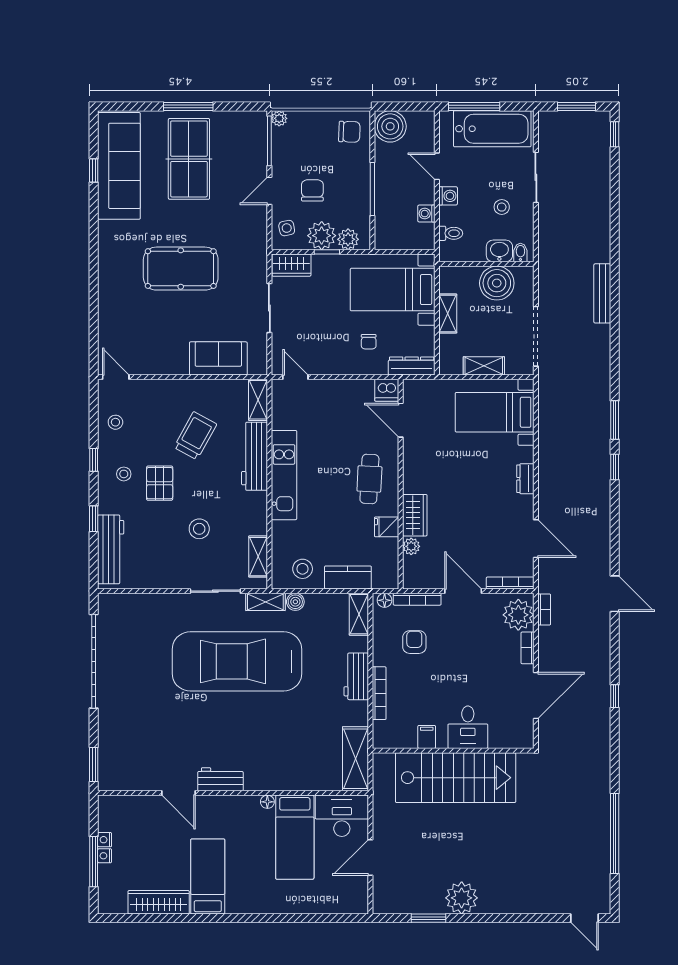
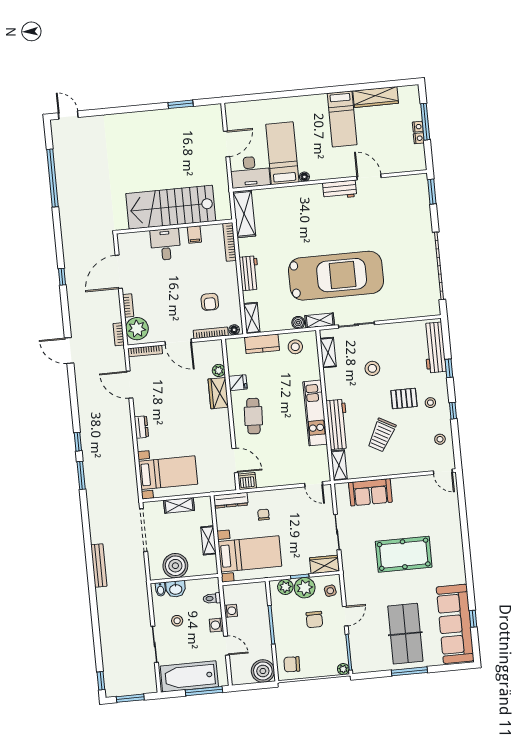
pallet: (160, 483) -> (404, 398), turned 90
bookcase: (379, 693) -> (230, 242), moved
plant: (462, 898) -> (158, 121), removed

